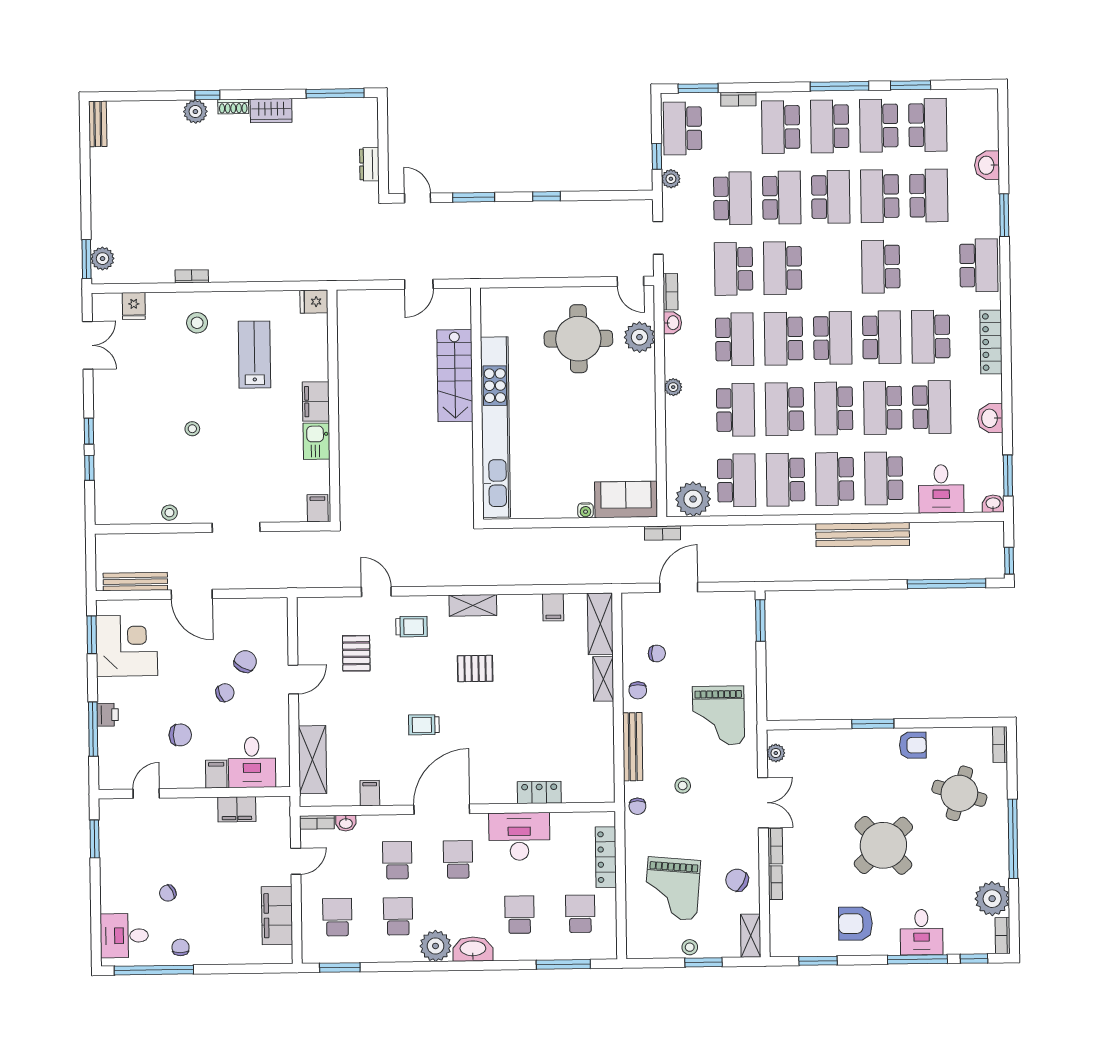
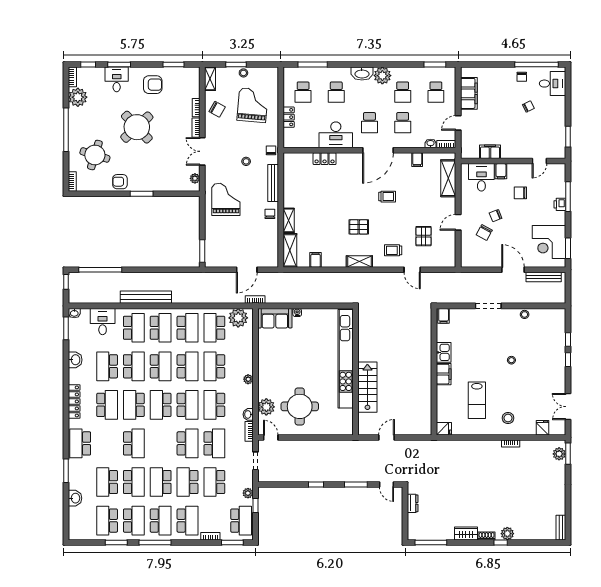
chair: (657, 653) -> (259, 234), removed
locker: (606, 857) -> (289, 117), width x0.66
window: (917, 959) -> (119, 65), width x0.69

